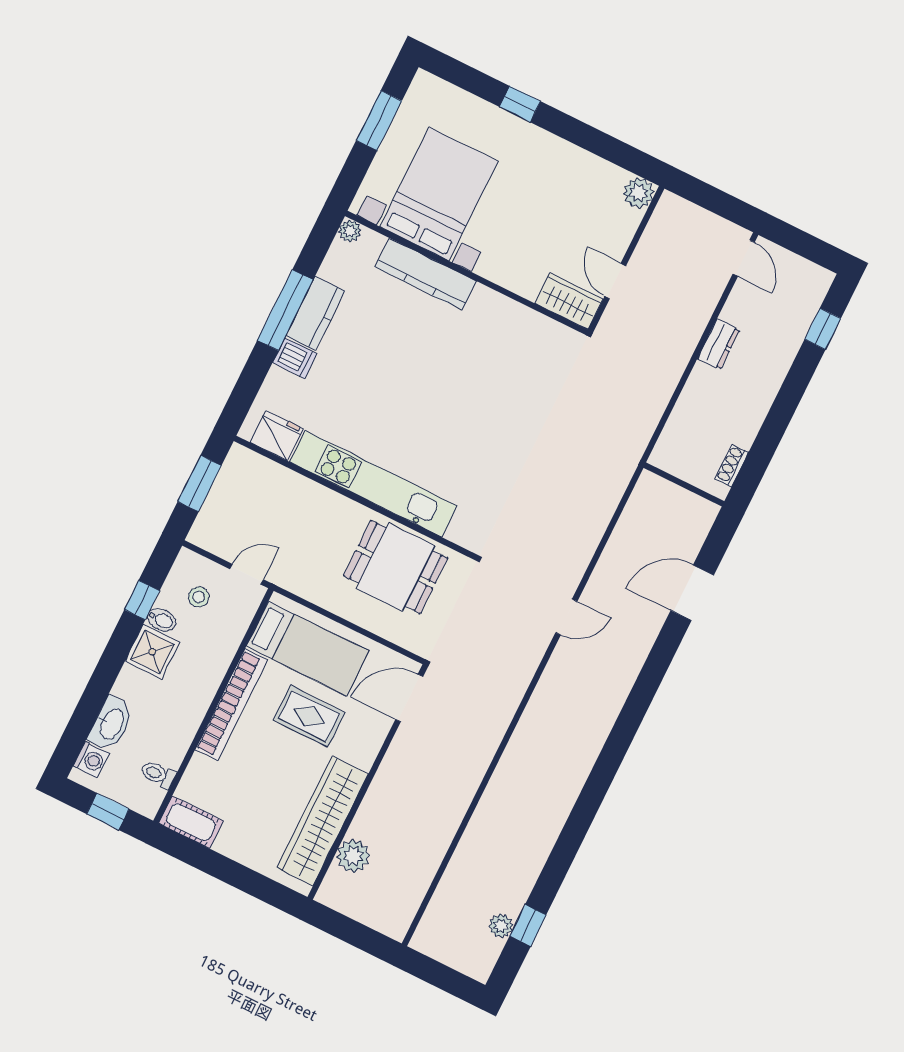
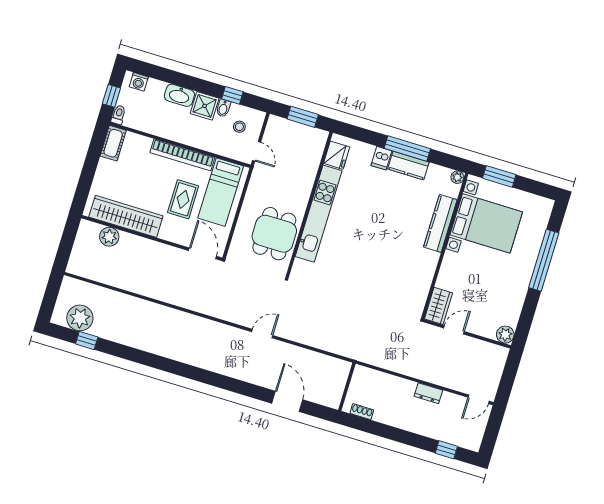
window: (520, 104) -> (544, 260), width x3.17
window: (379, 121) -> (499, 176), moved
door: (566, 617) -> (262, 334), swing flipped
washbasin: (111, 724) -> (179, 95), moved
toilet: (158, 774) -> (119, 115), moved
plant: (501, 926) -> (80, 318), width x1.88, depth x1.88

